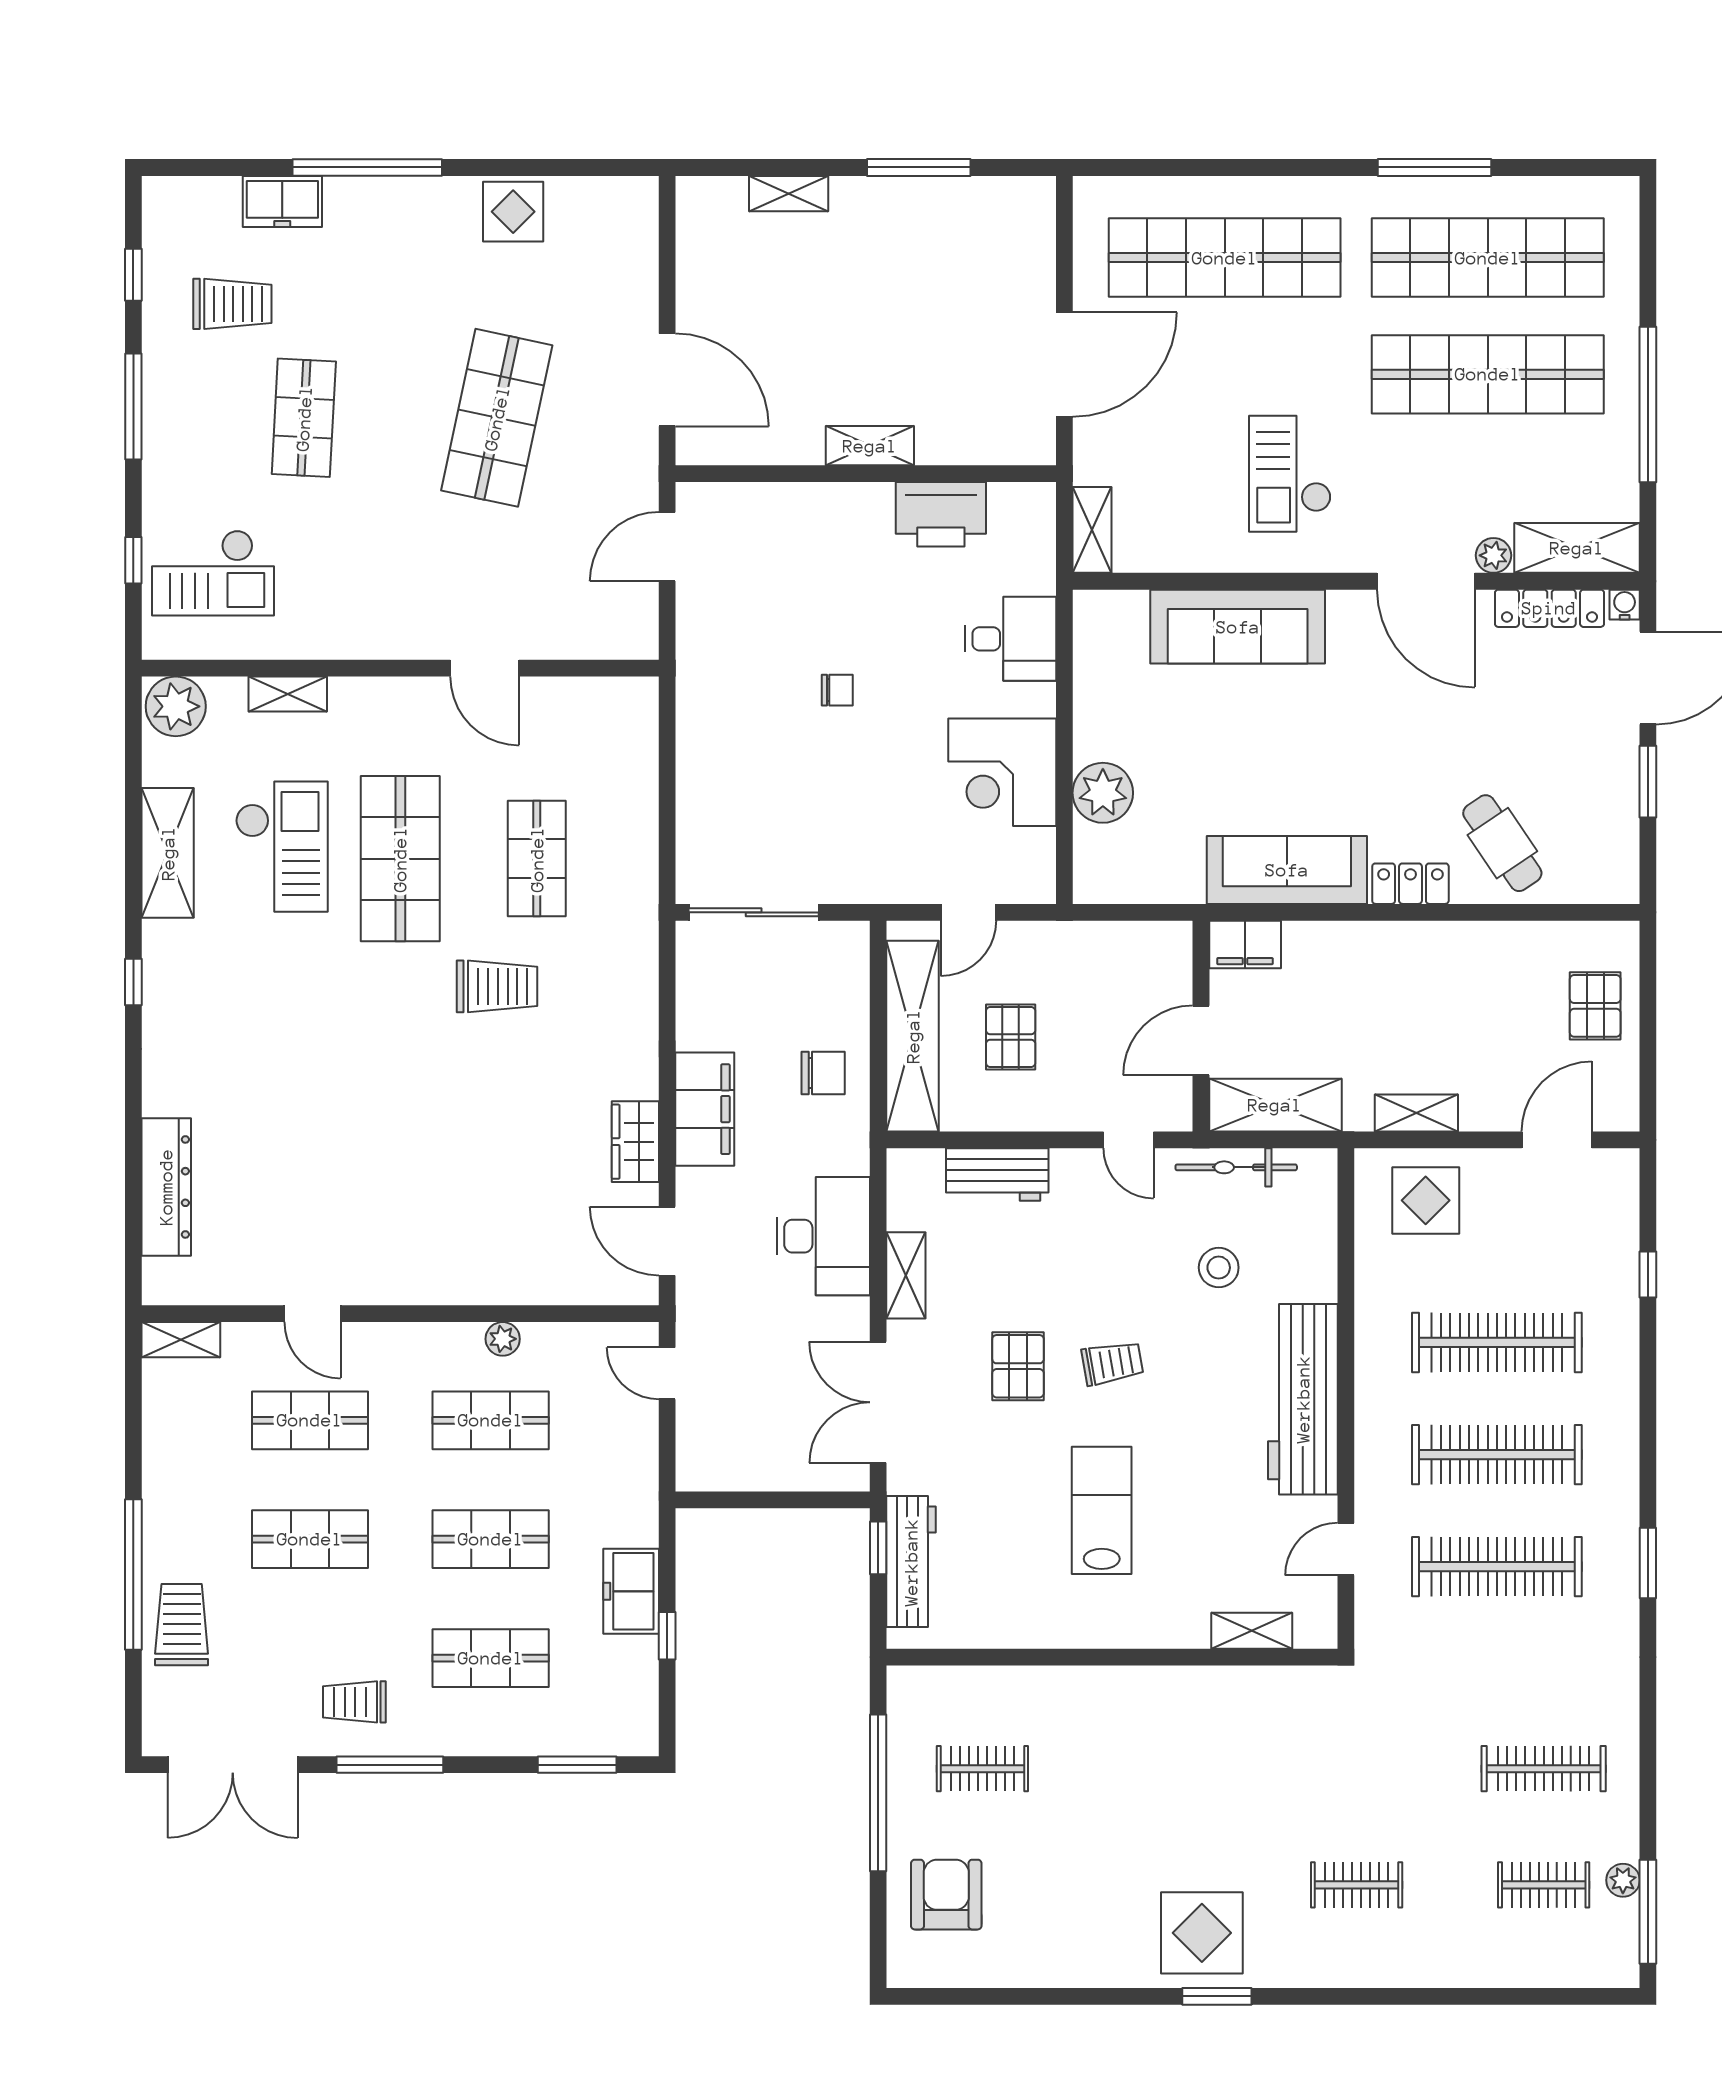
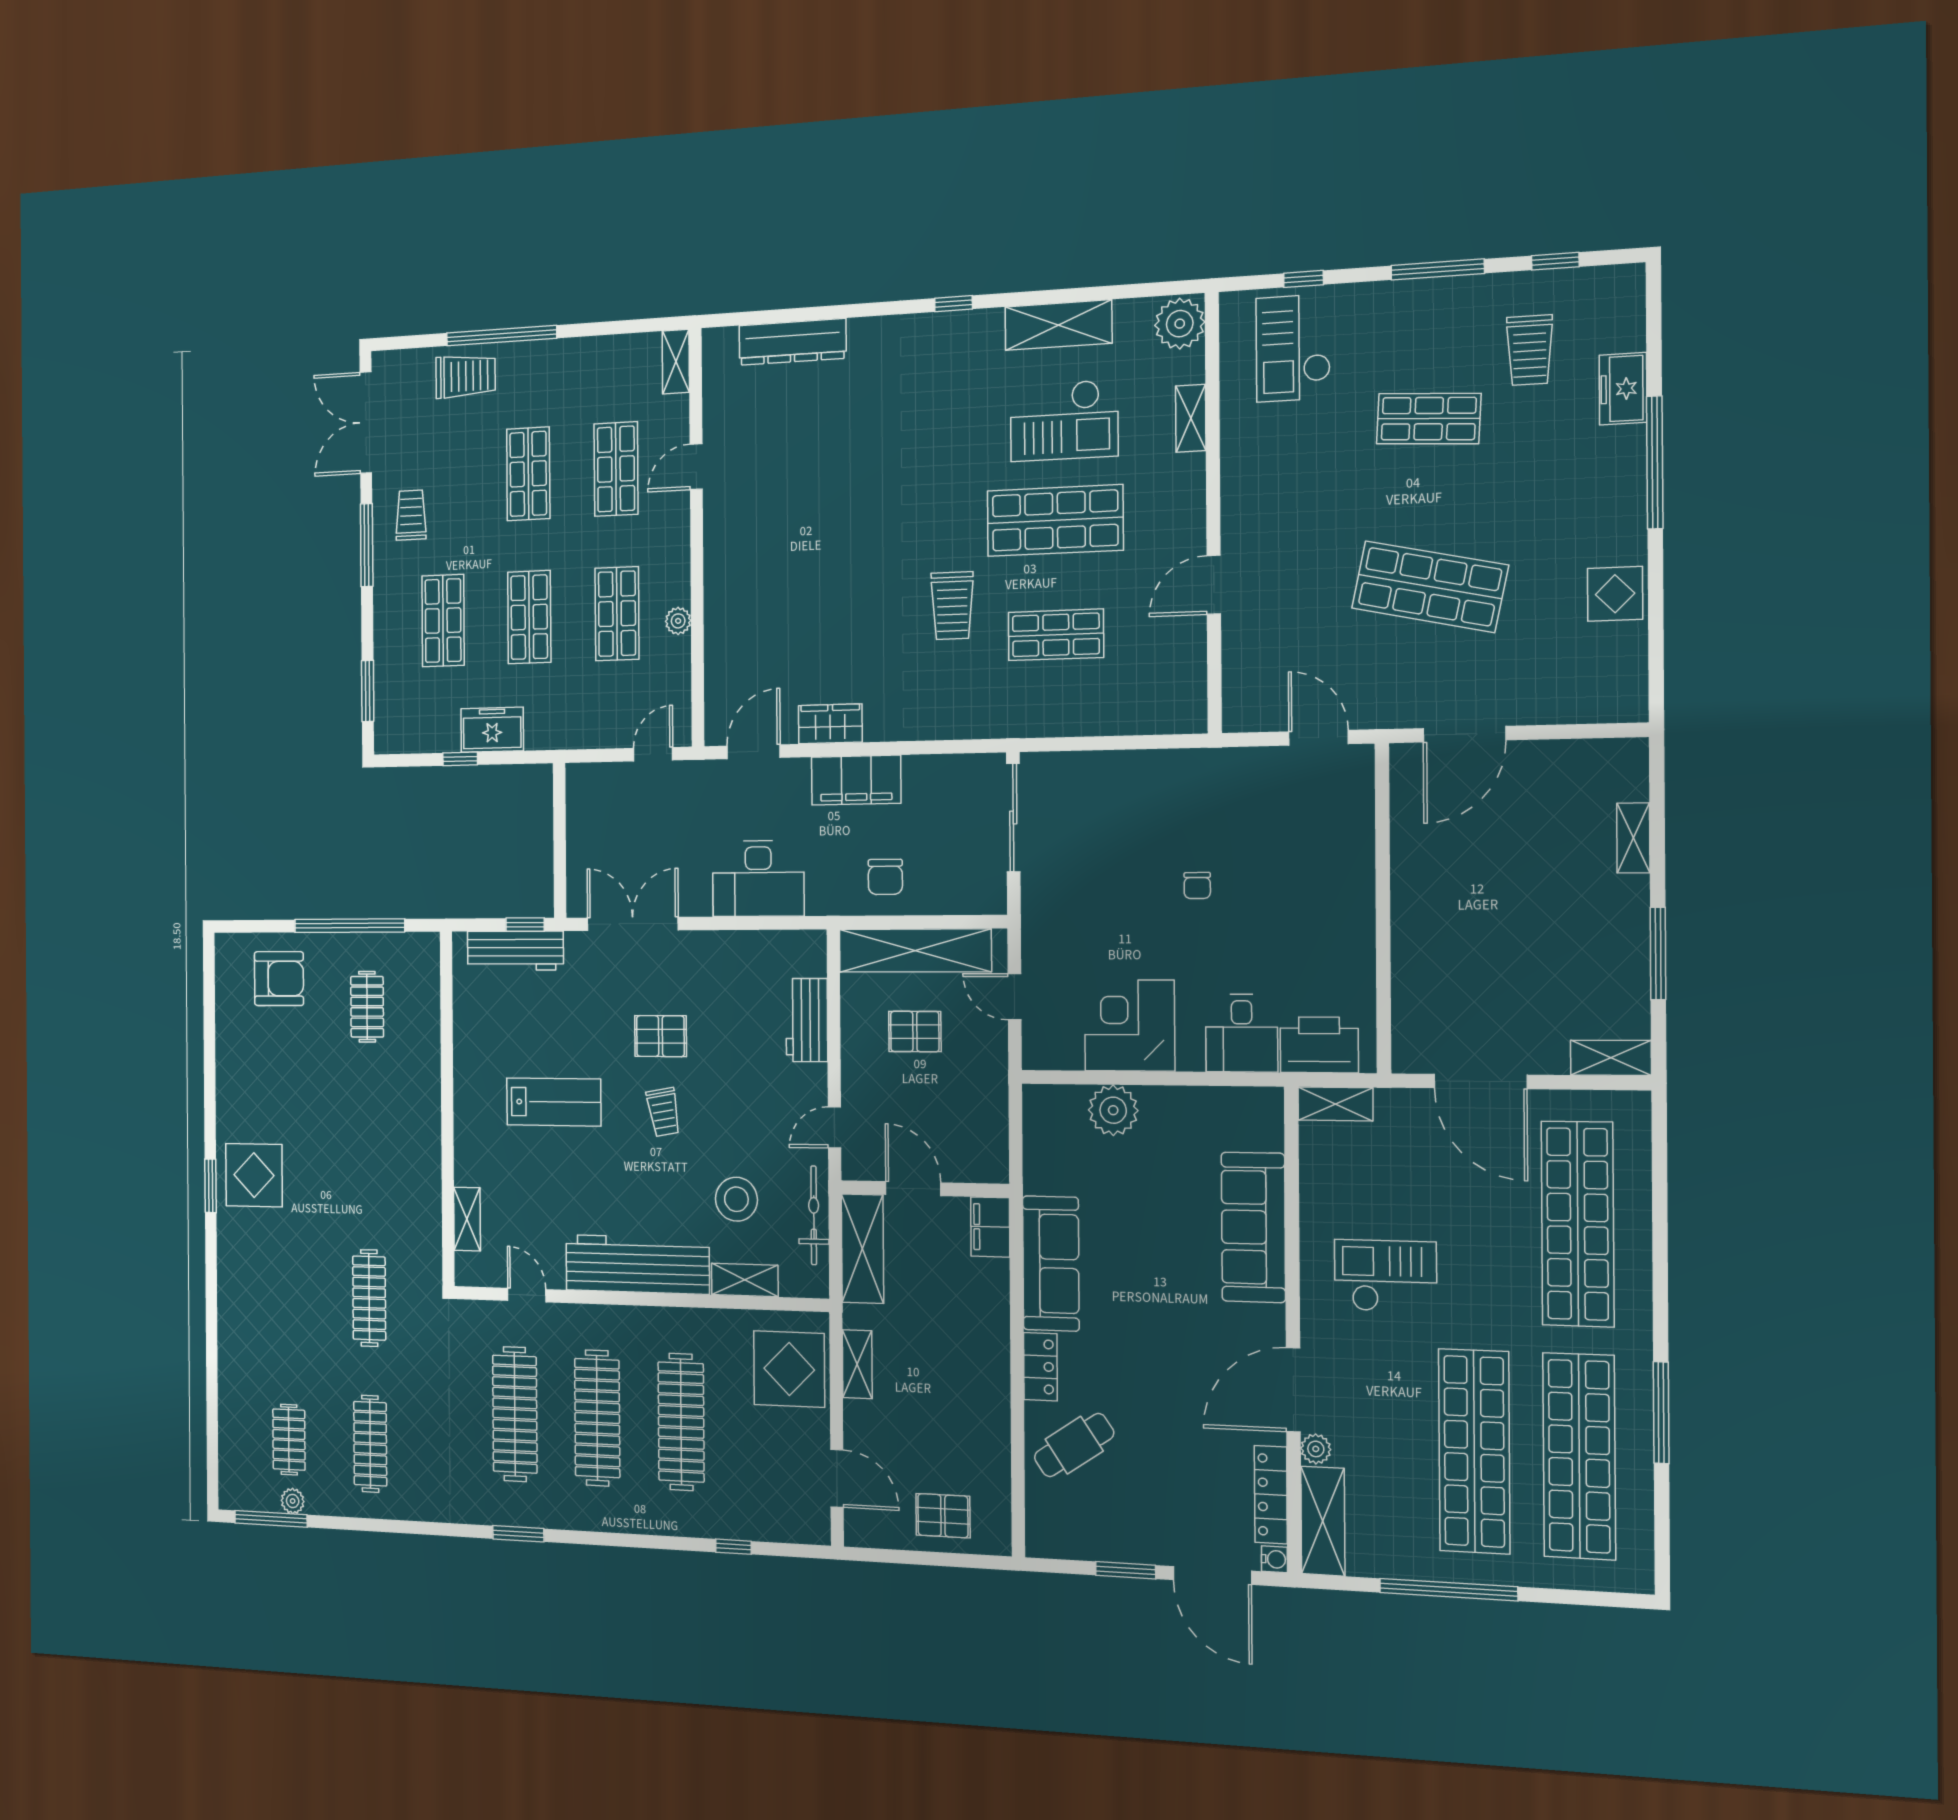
shelving: (870, 446) -> (1611, 1058), moved, turned 90
printer: (941, 514) -> (1319, 1045), moved, turned 90
display table: (1426, 1200) -> (789, 1369), width x1.36, depth x1.36
stool: (1219, 1268) -> (736, 1199), width x1.38, depth x1.38
shelving: (906, 1275) -> (745, 1280), moved
clothes rail: (1357, 1885) -> (369, 1298), moved, width x1.36

